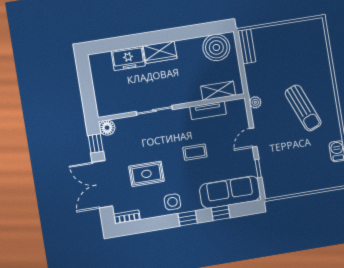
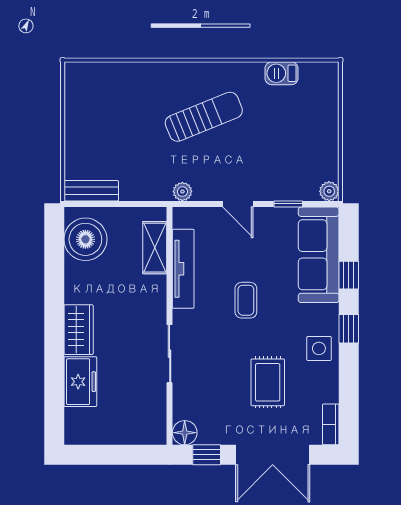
tv unit: (208, 110) -> (183, 269), width x1.41
plant: (270, 192) -> (329, 191), added

